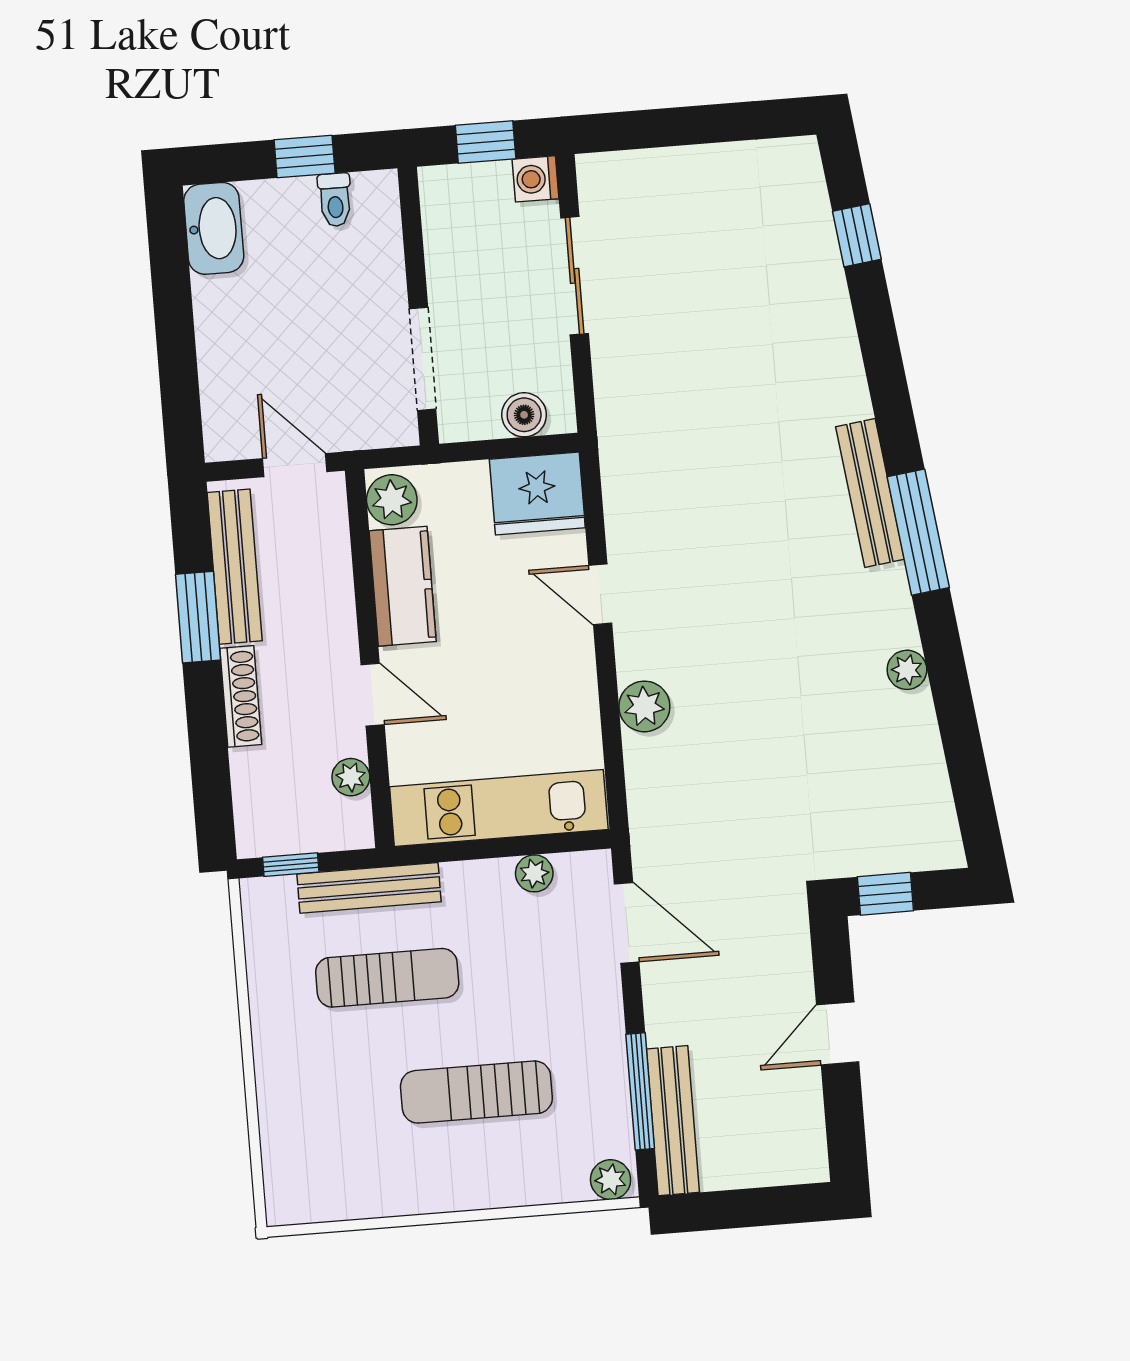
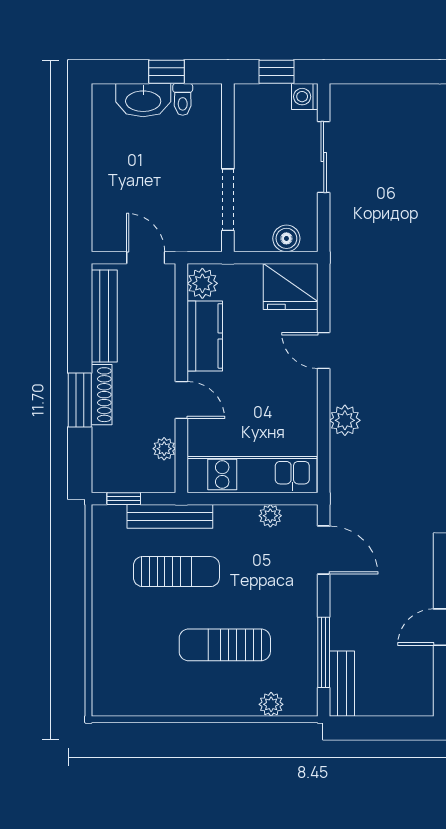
washbasin: (214, 228) -> (143, 100), moved, turned 90
window: (198, 617) -> (80, 400), moved
bench: (673, 1121) -> (342, 684), width x0.73
plant: (611, 1180) -> (271, 704), moved

